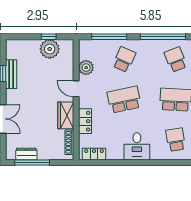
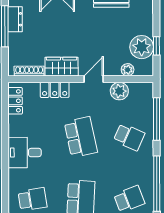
plant: (68, 61) -> (128, 70), added

